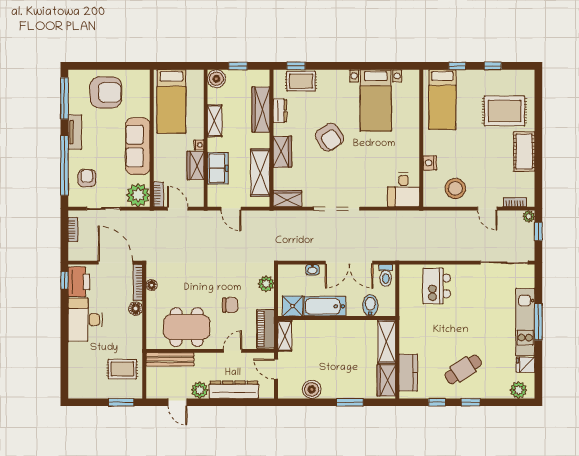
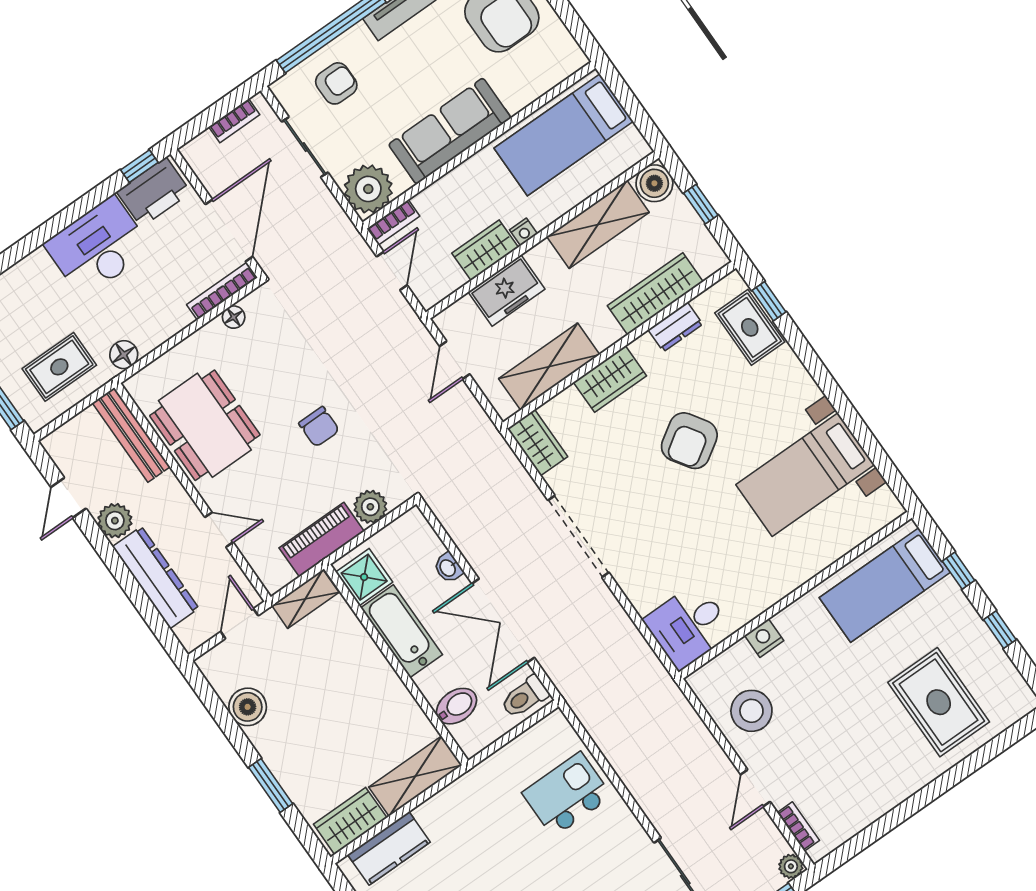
shelving: (215, 121) -> (598, 224), width x1.50, depth x1.33
cot: (524, 152) -> (894, 783), removed
chair: (230, 305) -> (319, 427), moved
floor lamp: (136, 309) -> (124, 355), moved
piano: (265, 329) -> (322, 540), moved
rug: (122, 369) -> (59, 367), turned 90

